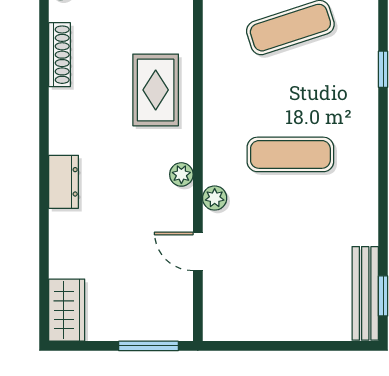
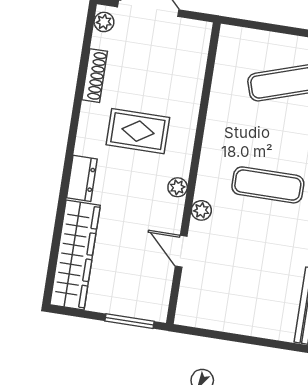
rug: (156, 90) -> (138, 131), moved, turned 90
wardrobe: (67, 310) -> (75, 255), width x2.10, depth x1.17

